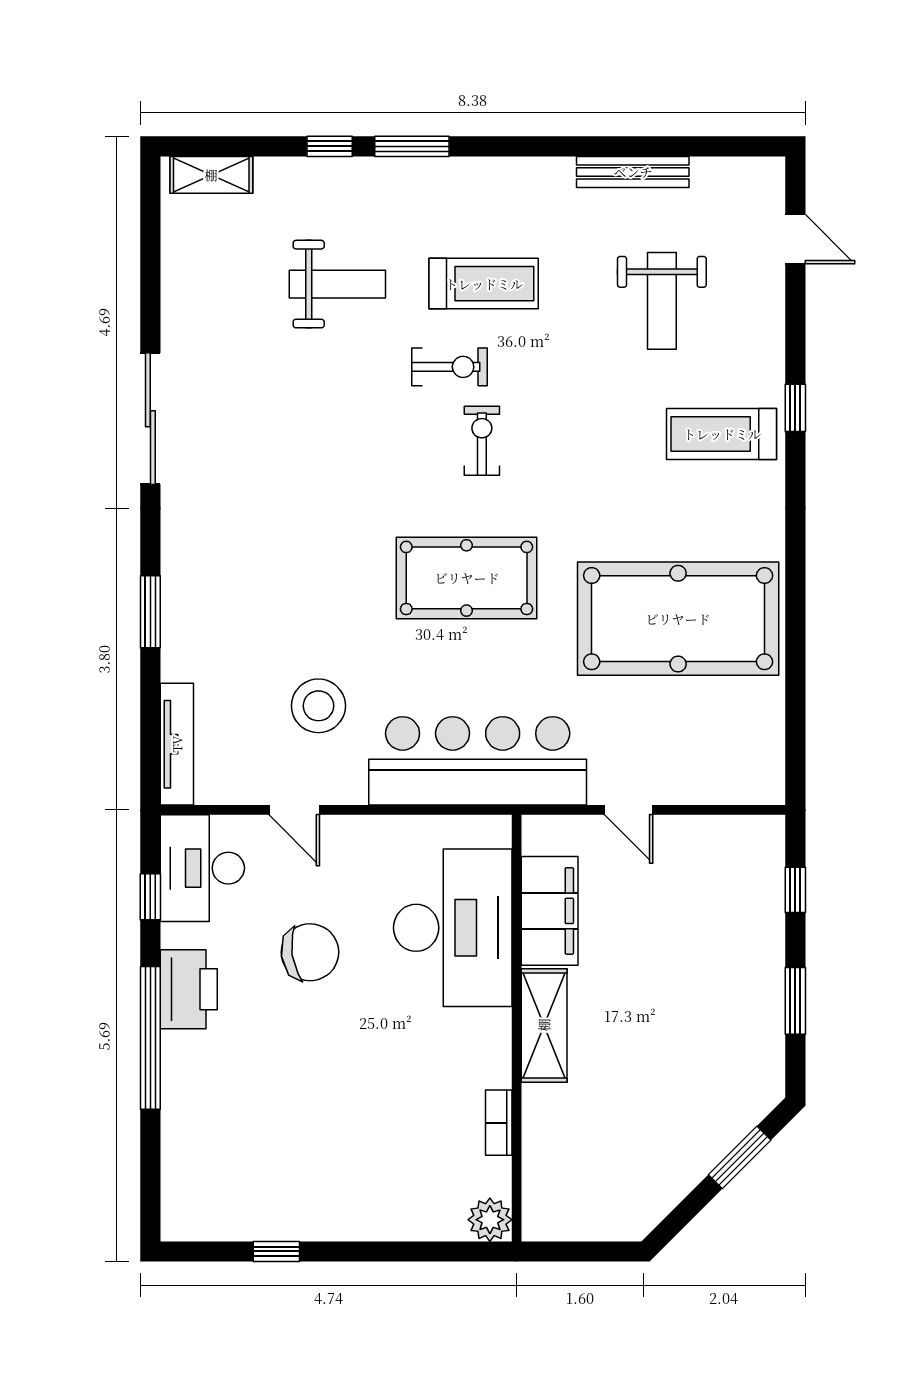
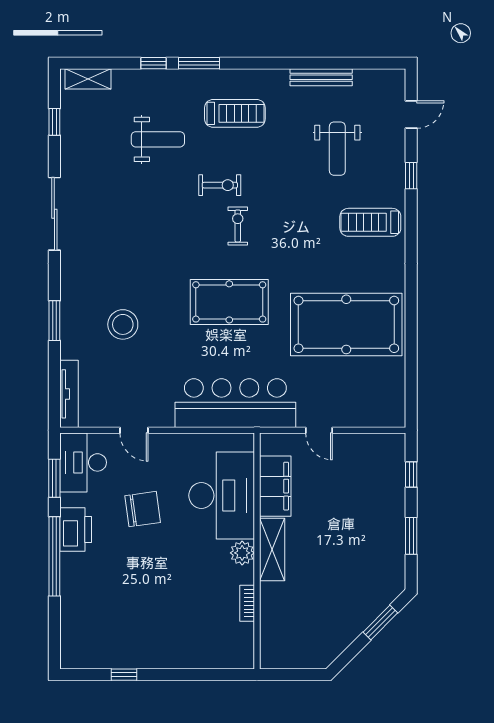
door: (795, 239) -> (411, 114), hinge flipped
window: (150, 253) -> (54, 122), added
treadmill: (484, 284) -> (235, 113), moved
window: (795, 408) -> (411, 176), moved
stool: (318, 706) -> (123, 324), moved
window: (150, 897) -> (54, 478), width x1.50
plant: (490, 1220) -> (242, 553), moved

